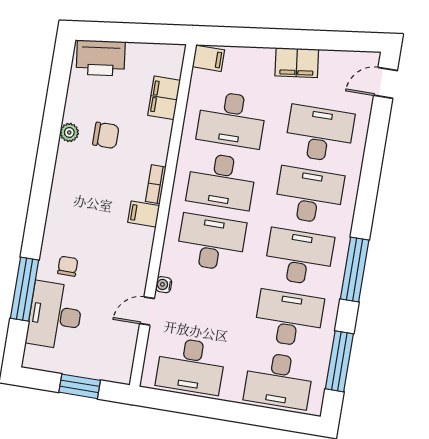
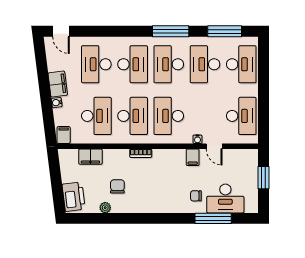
water cooler: (266, 56) -> (57, 103), added
plant: (69, 132) -> (105, 208), moved
desk: (309, 195) -> (133, 64), turned 180
filing cabinet: (144, 214) -> (193, 157), moved

